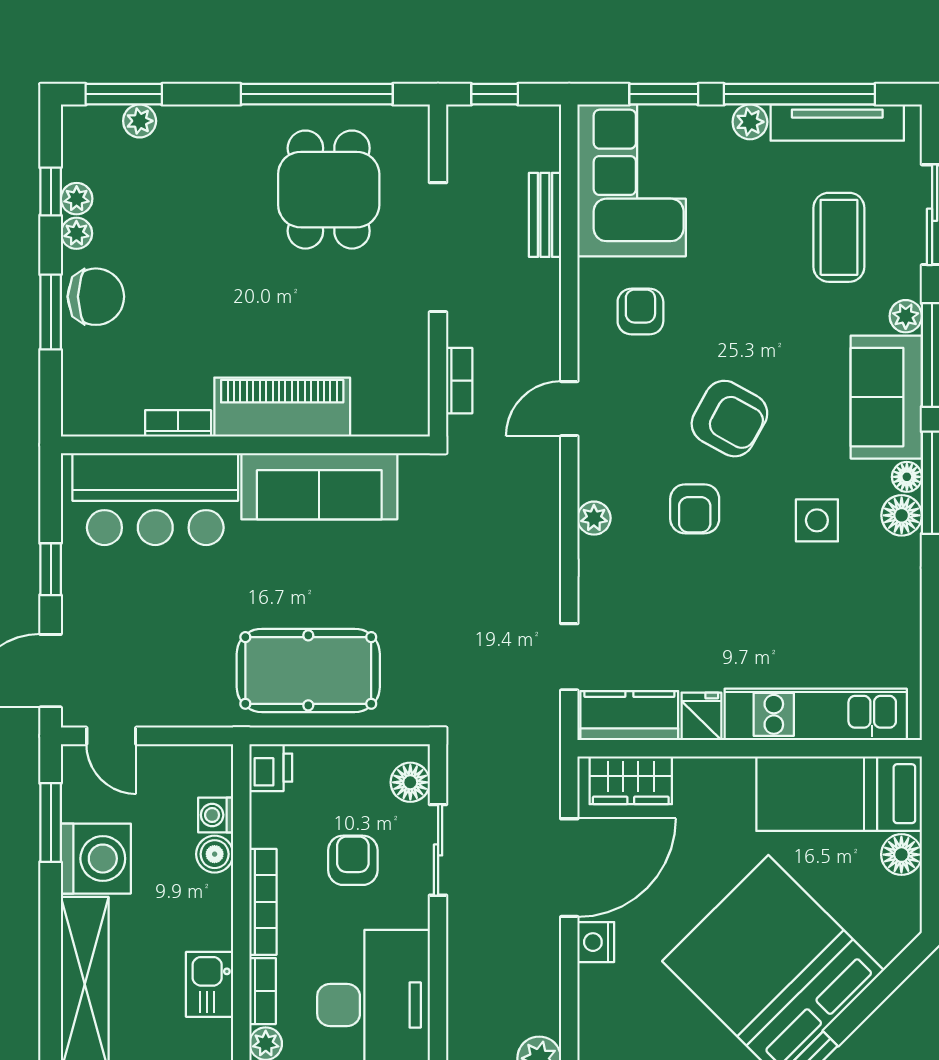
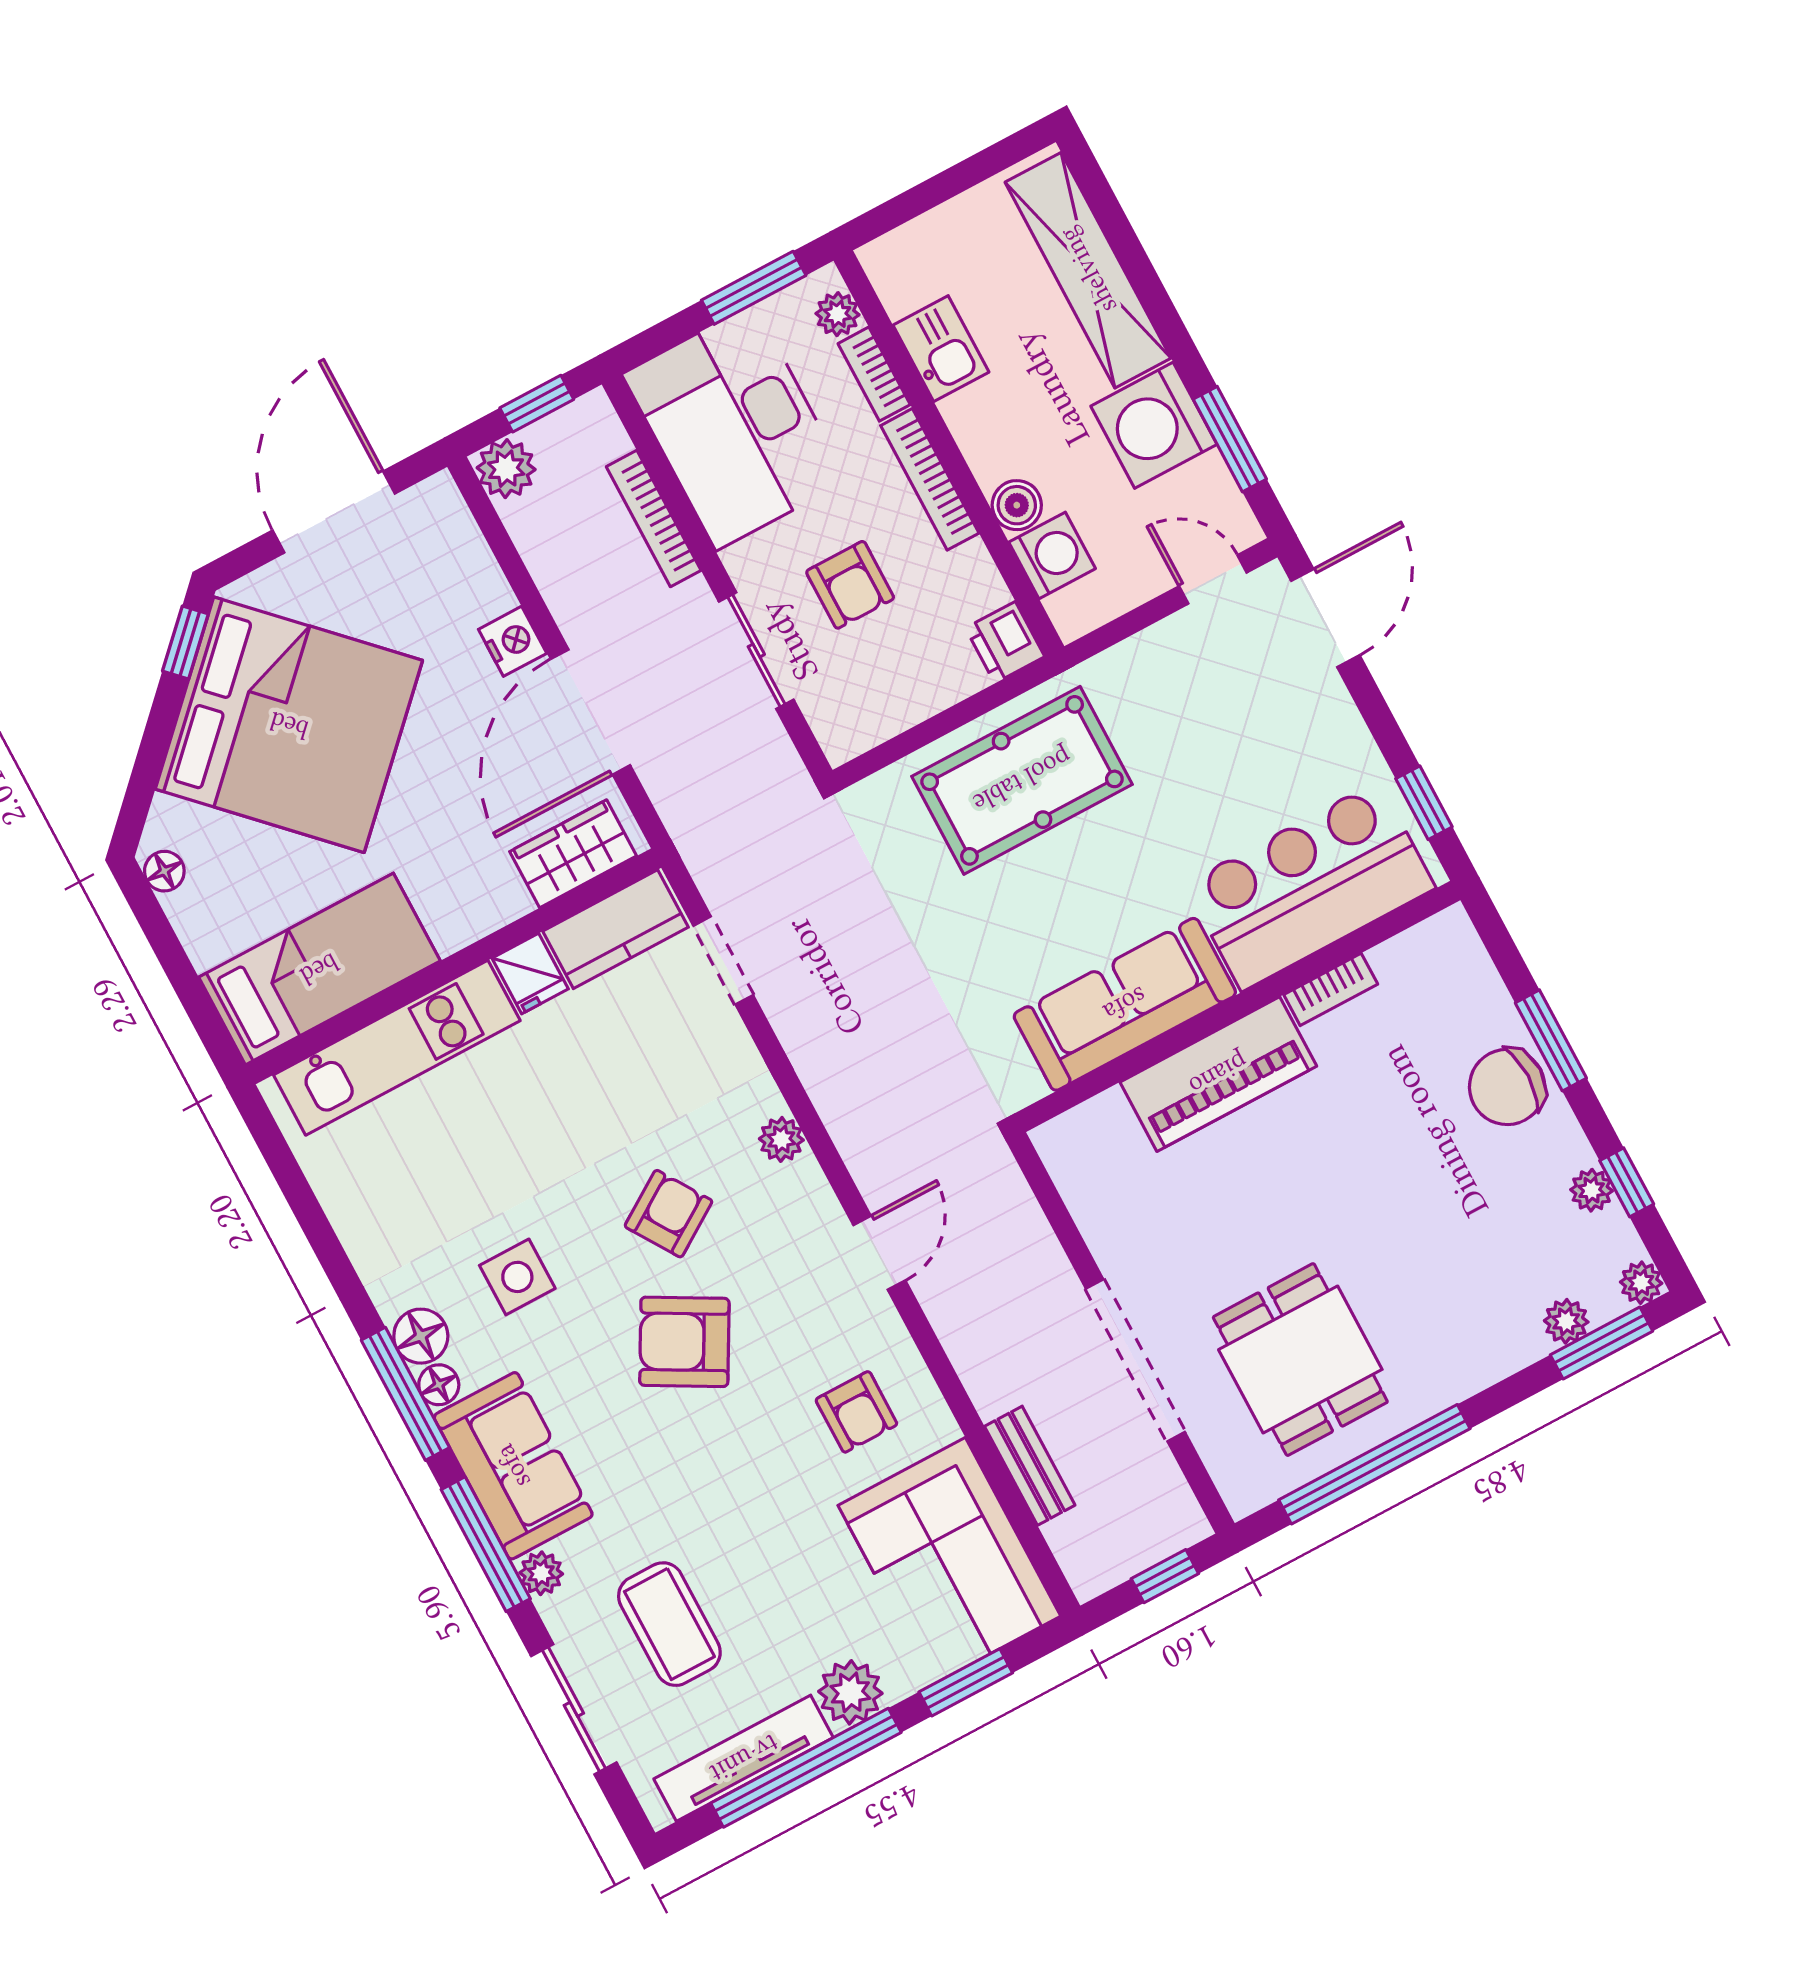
plant: (750, 122) -> (850, 1692), width x1.38, depth x1.38
plant: (76, 233) -> (1641, 1283), moved
bookcase: (459, 381) -> (654, 519), moved, width x1.56
armchair: (695, 509) -> (669, 1214), turned 57
window: (51, 569) -> (1424, 803), moved
floor lamp: (410, 782) -> (832, 713), removed
washing machine: (216, 815) -> (1052, 555), width x1.38, depth x1.38
floor lamp: (901, 855) -> (164, 871), moved, width x0.73, depth x0.73

